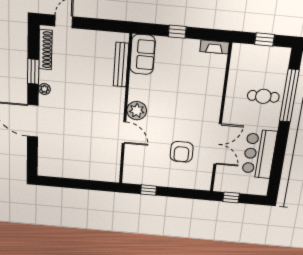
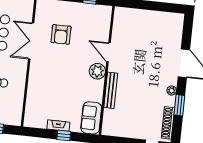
fireplace: (215, 47) -> (58, 126), moved
bench: (121, 65) -> (111, 90), moved
armchair: (182, 152) -> (61, 34), turned 180

